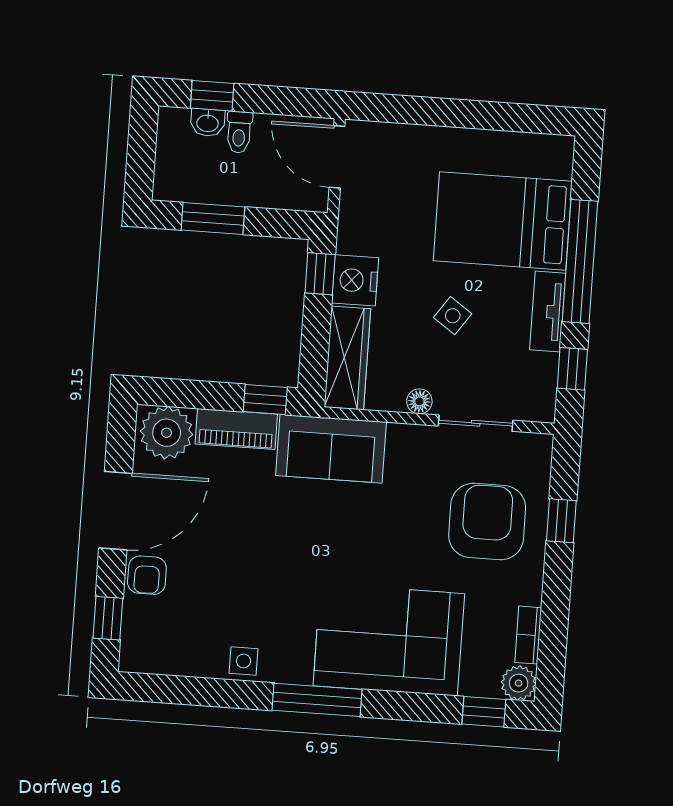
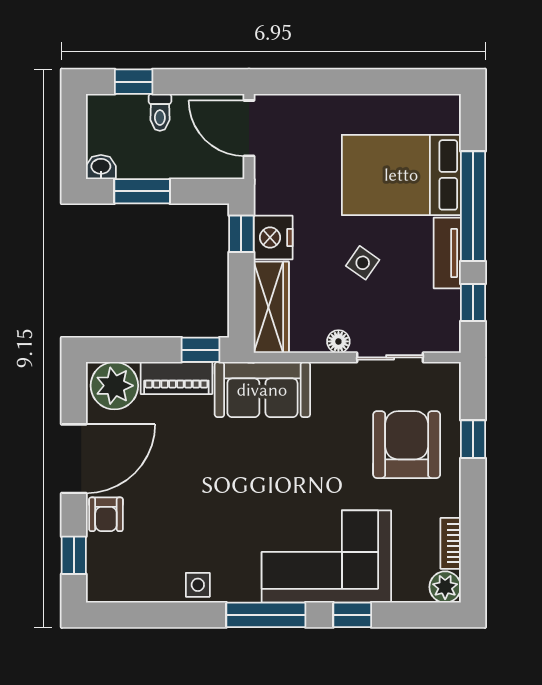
washbasin: (208, 123) -> (101, 167), moved, turned 180
window: (484, 712) -> (352, 615), moved

